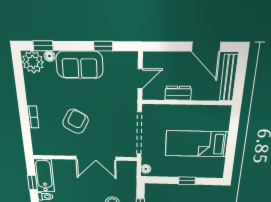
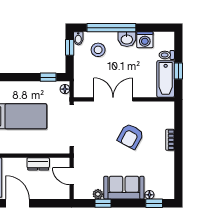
plant: (33, 62) -> (98, 194), moved, width x0.53, depth x0.53
door: (140, 79) -> (72, 176), hinge flipped
window: (187, 181) -> (48, 77), moved

